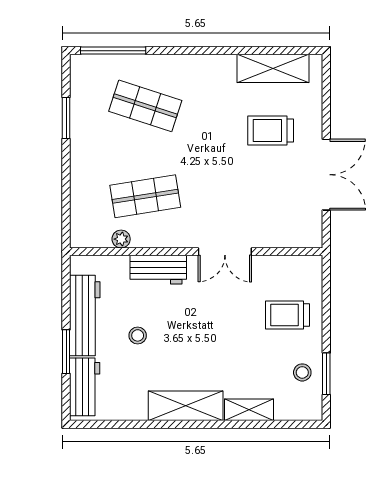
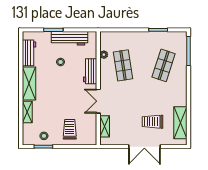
trolley: (271, 131) -> (153, 122), turned -90
double door: (326, 175) -> (144, 147), moved
shelving: (281, 237) -> (105, 126), added
workbench: (85, 387) -> (29, 53), moved, turned -90

